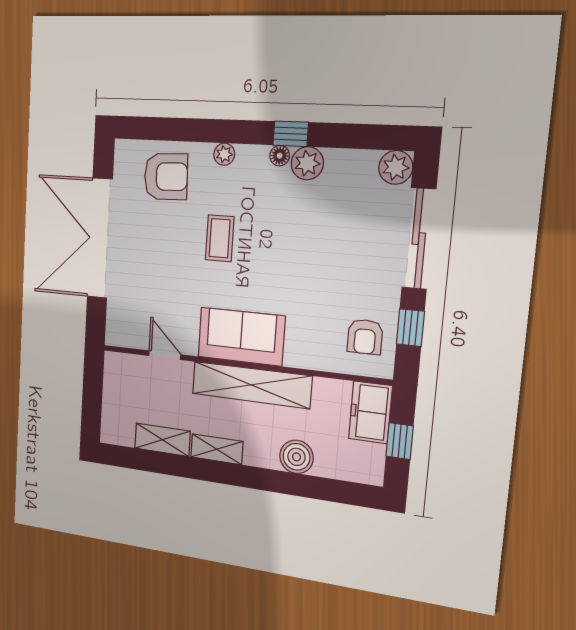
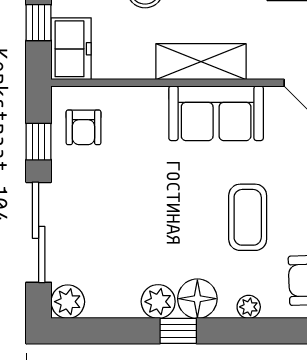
floor lamp: (280, 156) -> (197, 299), width x1.89, depth x1.89
coffee table: (220, 238) -> (248, 217), width x1.36, depth x1.30
armchair: (365, 337) -> (83, 127), turned 180
shelving: (251, 385) -> (201, 62), width x0.68

